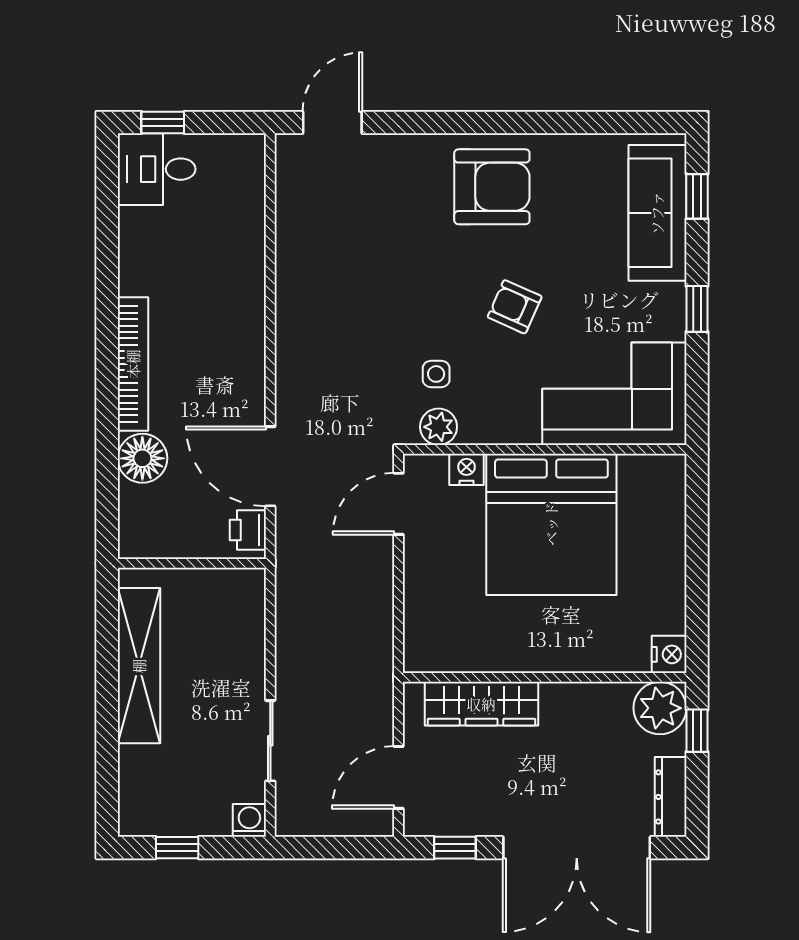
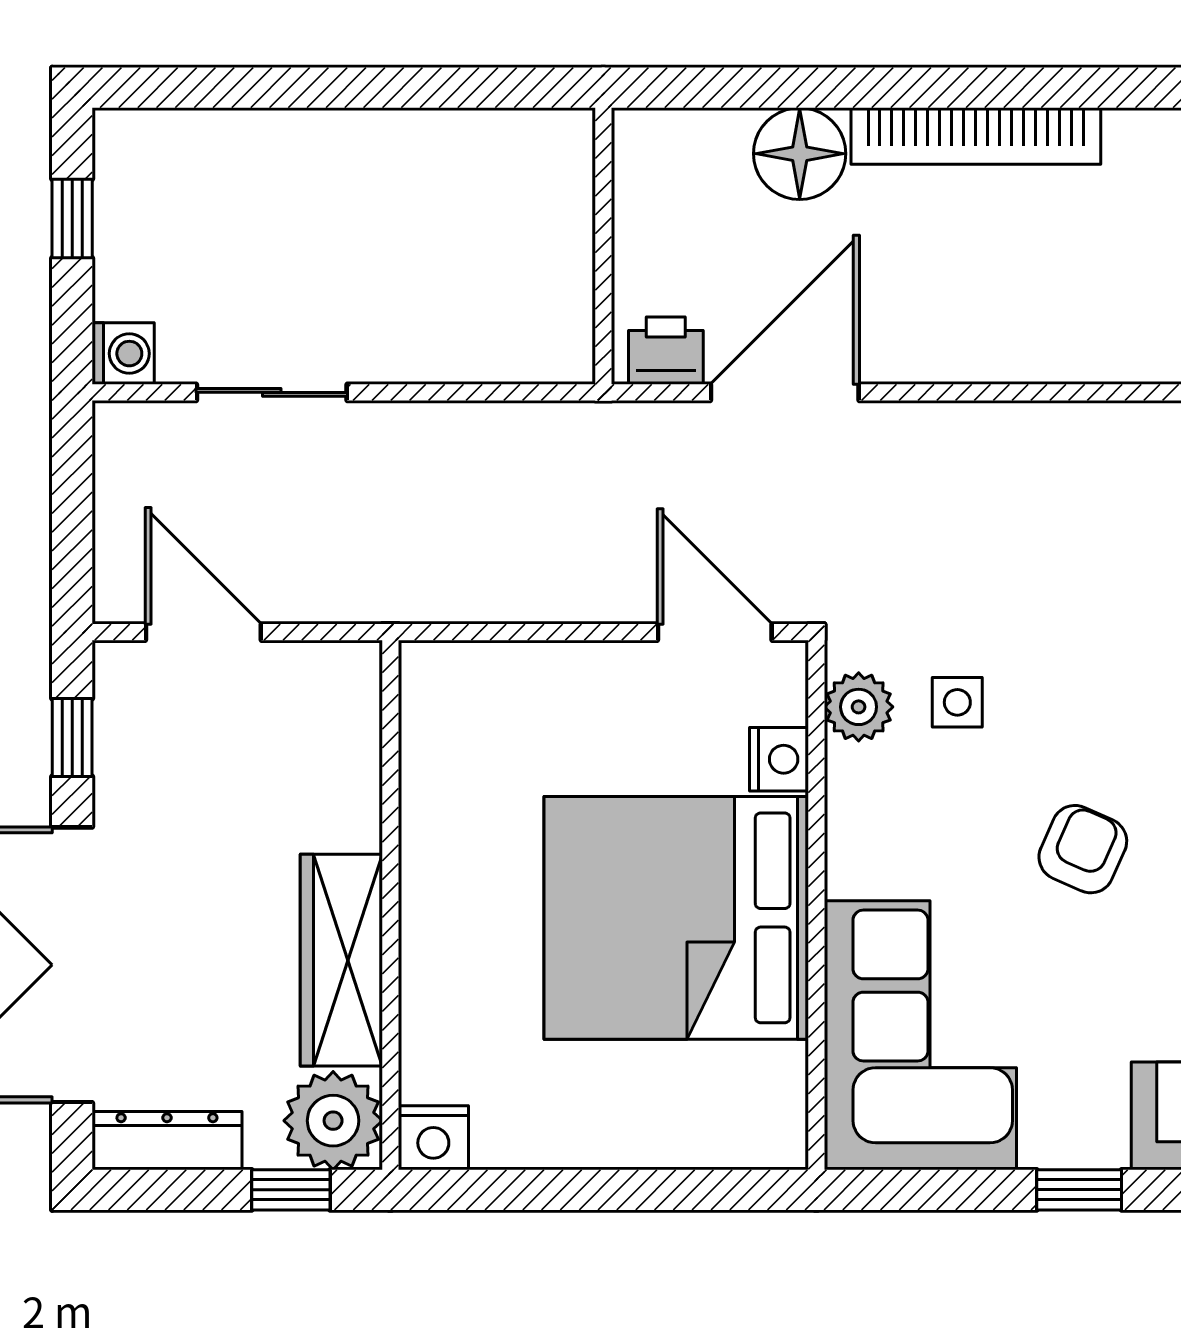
shelving: (139, 666) -> (412, 147), removed
wardrobe: (481, 704) -> (341, 960), moved

